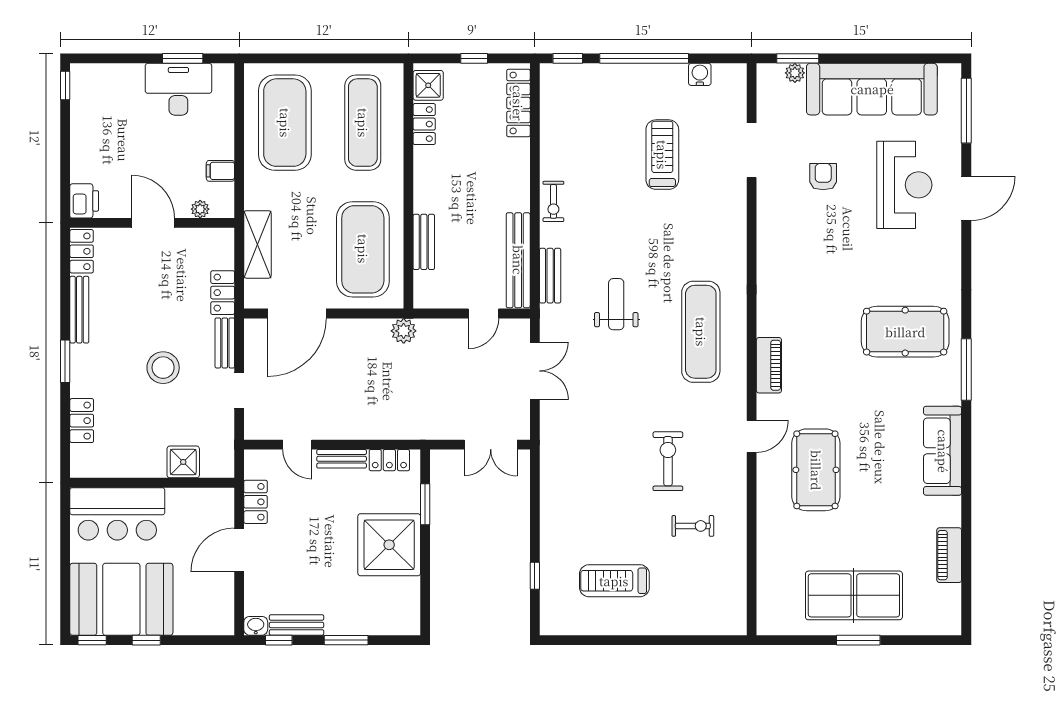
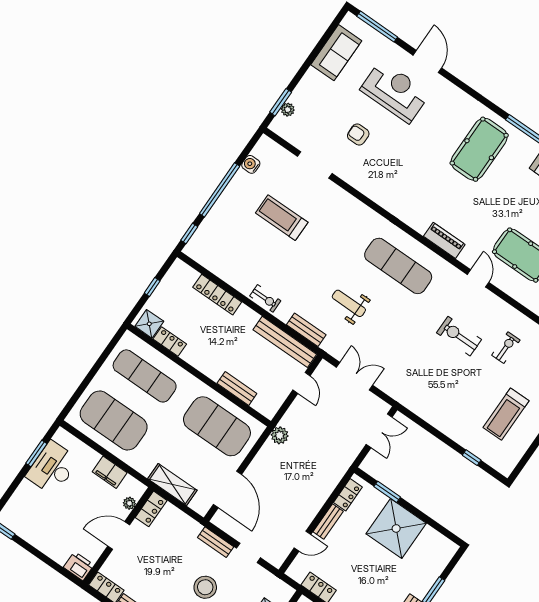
sofa: (872, 89) -> (336, 53), width x0.54, depth x0.79
locker: (518, 103) -> (217, 295), moved
filing cabinet: (220, 171) -> (110, 472), width x2.00
locker: (223, 293) -> (151, 509), moved, turned -90

